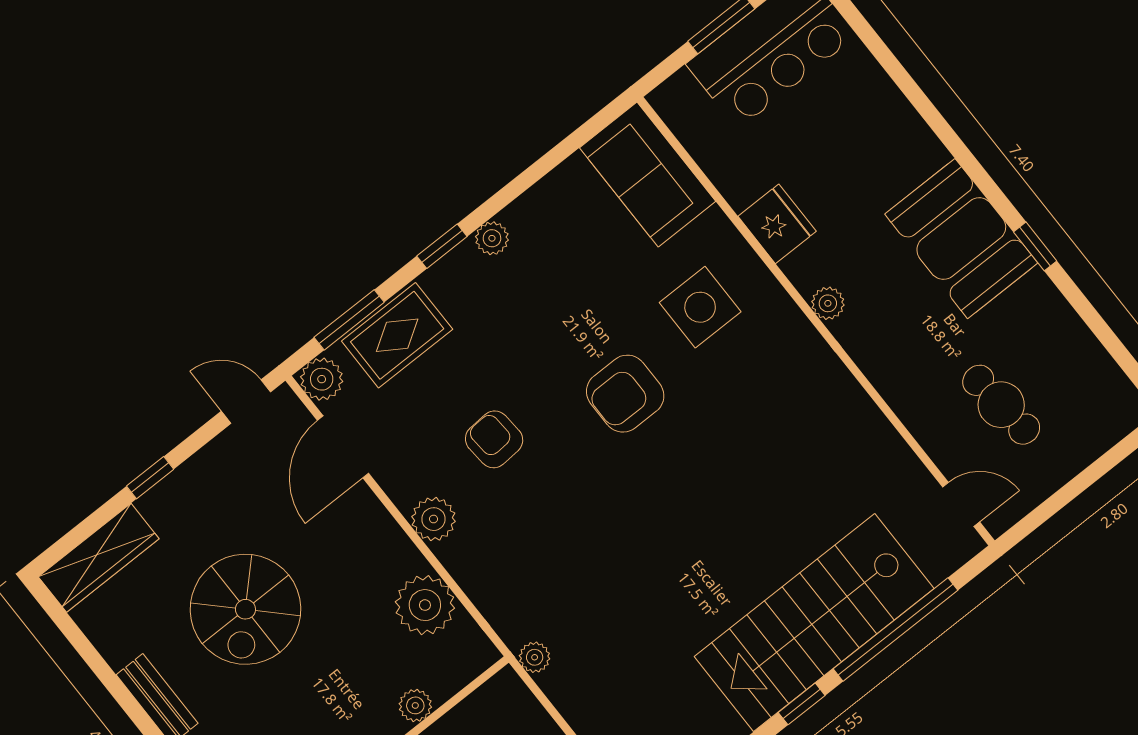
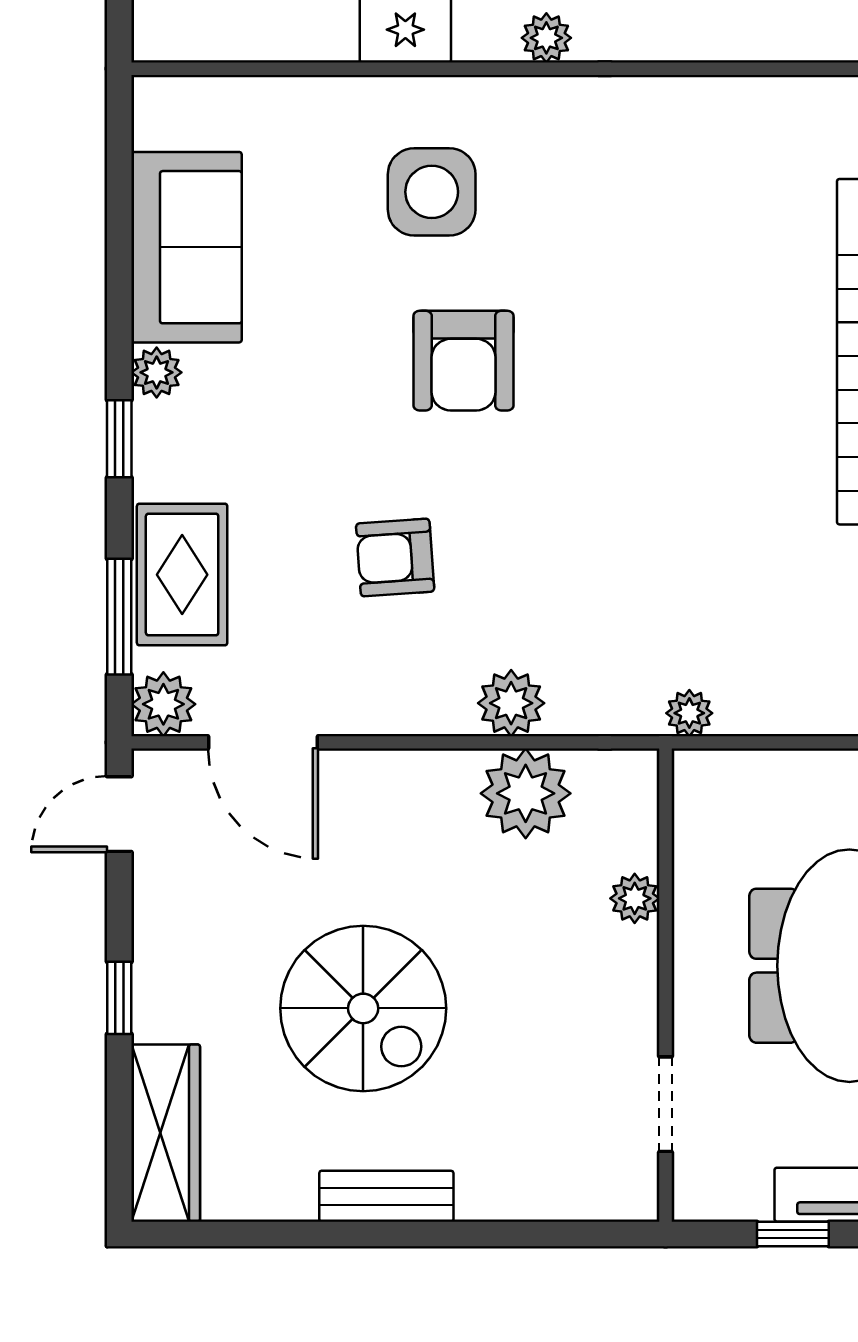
sofa: (648, 175) -> (187, 247), moved, turned -90
plant: (433, 519) -> (511, 703), moved

